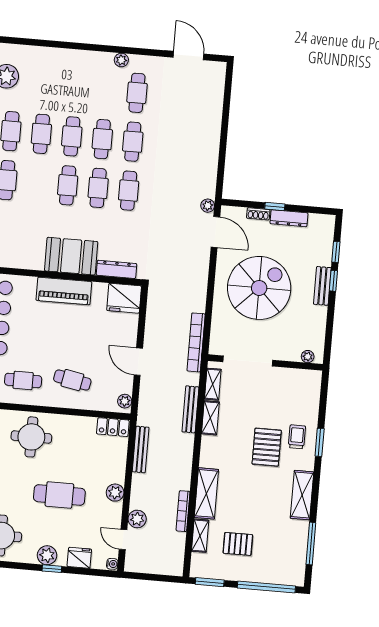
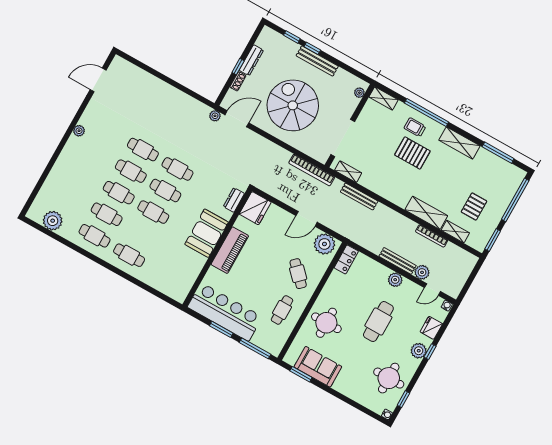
cafe table: (137, 93) -> (108, 130), removed
dresser: (116, 269) -> (234, 200), width x0.70
bench: (322, 286) -> (317, 61), width x1.36
cafe table: (72, 380) -> (298, 274), turned -55
plant: (125, 401) -> (324, 244), width x1.88, depth x1.88
shelving: (210, 418) -> (384, 98), moved
window: (320, 442) -> (427, 113), width x2.11
bench: (141, 450) -> (398, 261), moved

